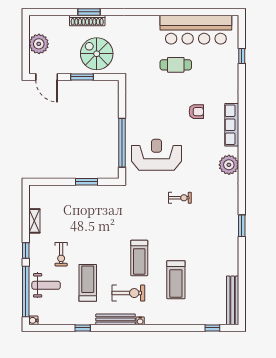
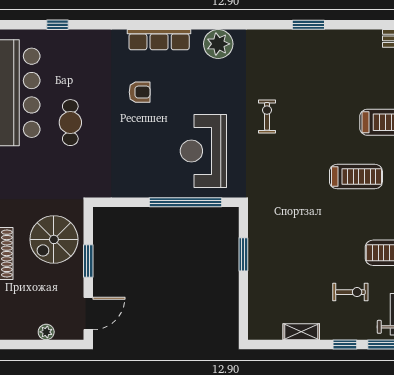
plant: (39, 44) -> (46, 332), width x0.53, depth x0.53
armchair: (196, 112) -> (140, 92), turned 90

